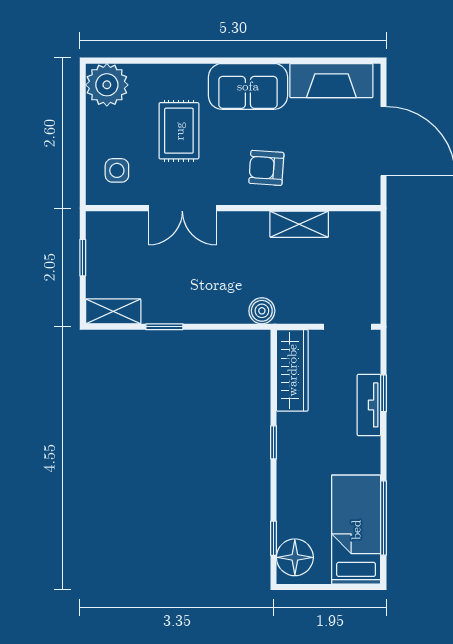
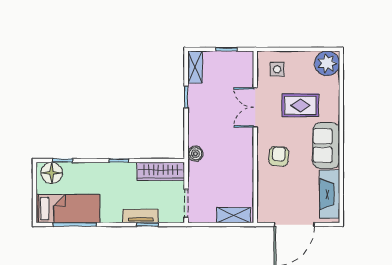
shelving: (299, 224) -> (234, 215), moved, turned 90

